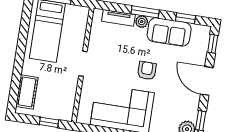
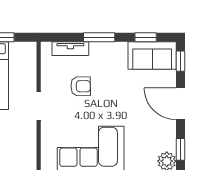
plant: (142, 22) -> (97, 49), removed
sofa: (169, 32) -> (152, 55), moved
armchair: (147, 71) -> (81, 86), moved, turned 89

